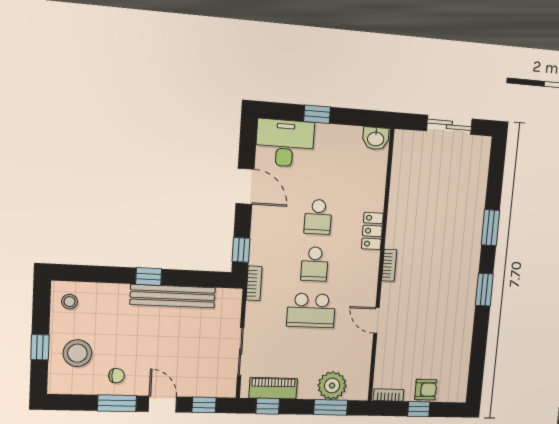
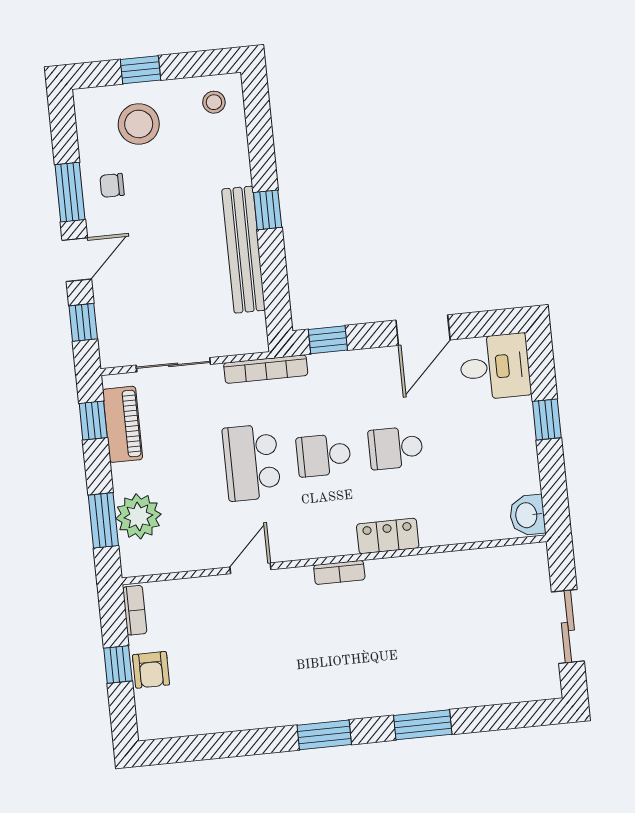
desk: (285, 143) -> (495, 367), width x0.73
bookcase: (254, 283) -> (266, 369), width x1.56
chair: (117, 376) -> (112, 185), turned 90

